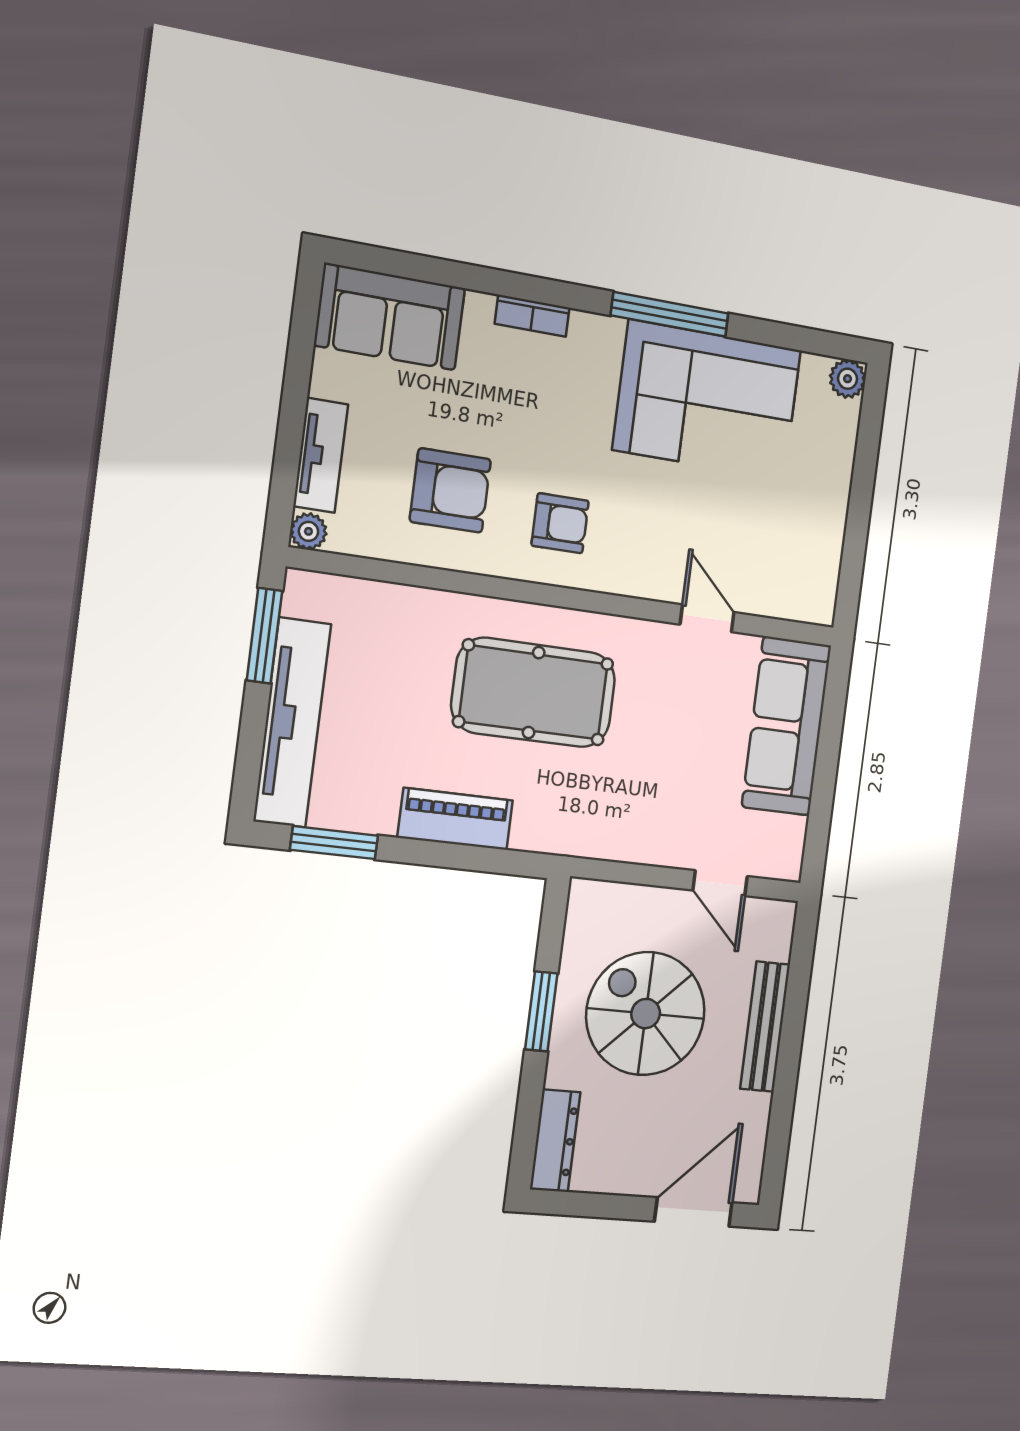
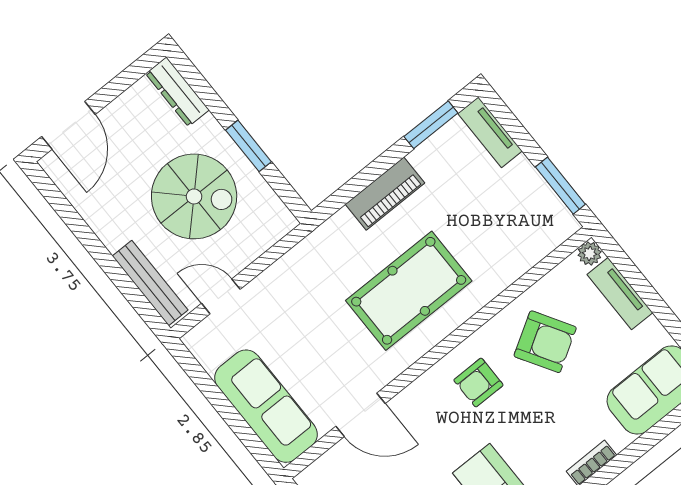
armchair: (450, 490) -> (545, 342), turned -121
door: (707, 618) -> (360, 415), width x1.38
tv unit: (292, 722) -> (490, 132), width x0.52, depth x0.78
bench: (765, 1027) -> (150, 283), moved

